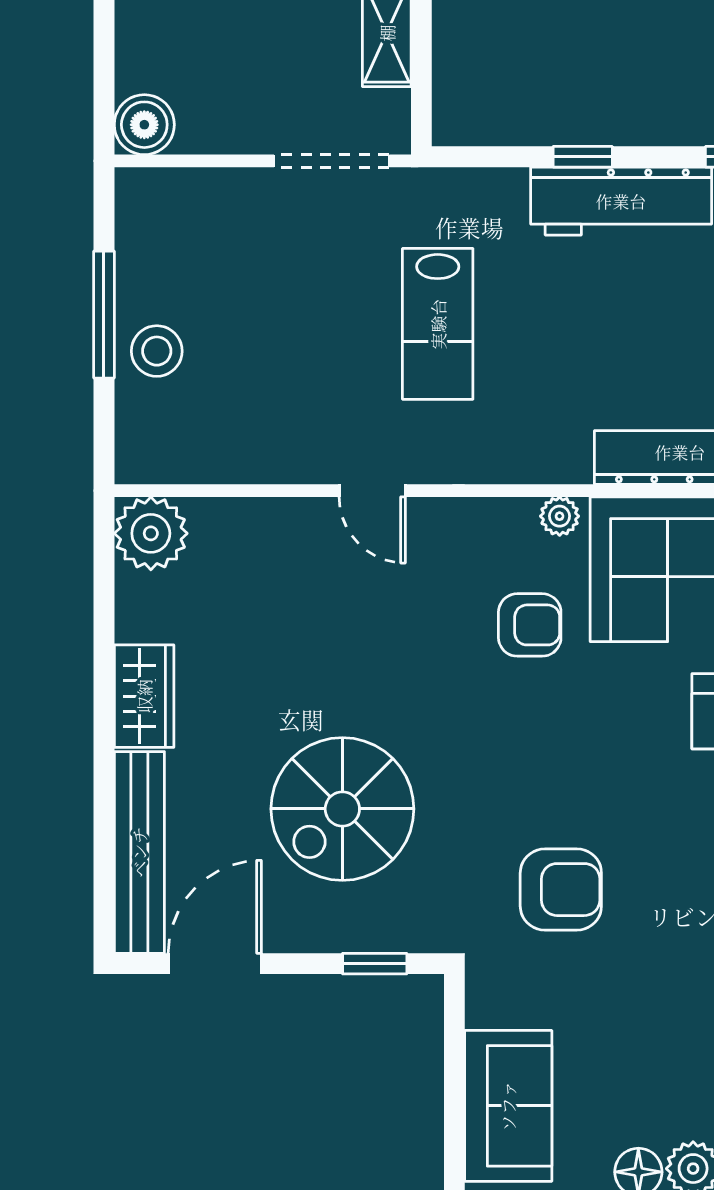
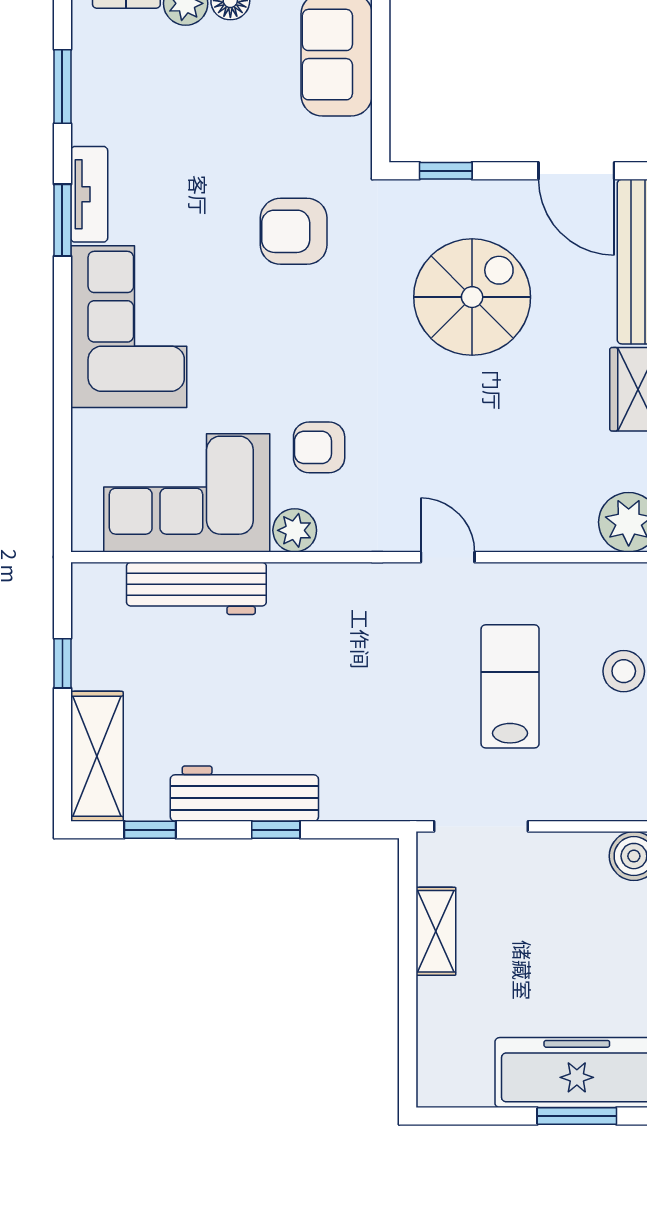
lab bench: (438, 324) -> (510, 686), moved
plant: (560, 516) -> (295, 530), width x1.38, depth x1.38
door: (215, 964) -> (576, 171), hinge flipped

